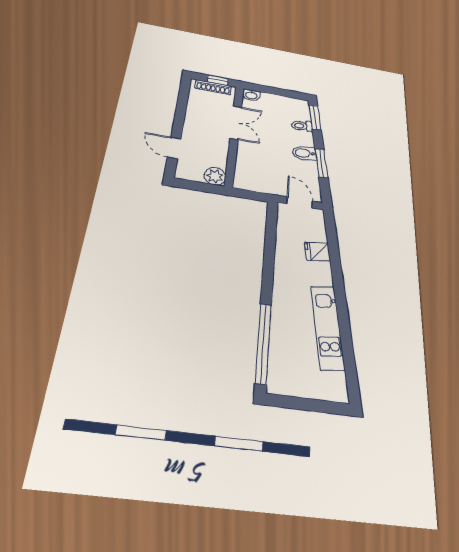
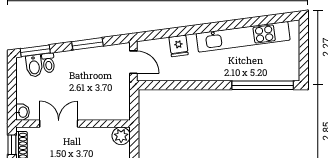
bidet: (304, 153) -> (34, 66), moved
door: (300, 202) -> (133, 62), swing flipped
kitchen unit: (327, 327) -> (243, 37), width x1.36

